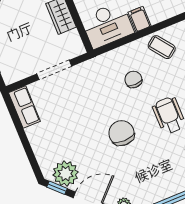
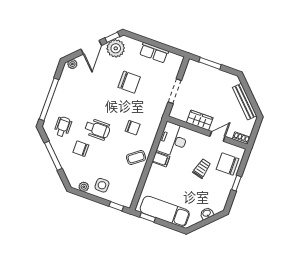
row of seats: (24, 107) -> (154, 53), moved
chair: (122, 133) -> (129, 82), moved

